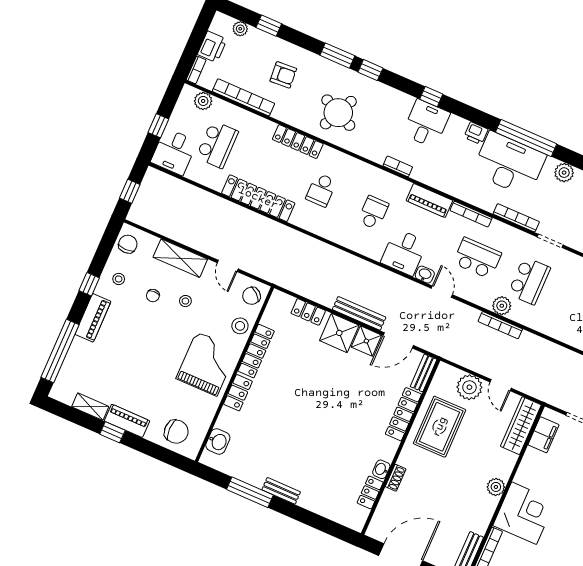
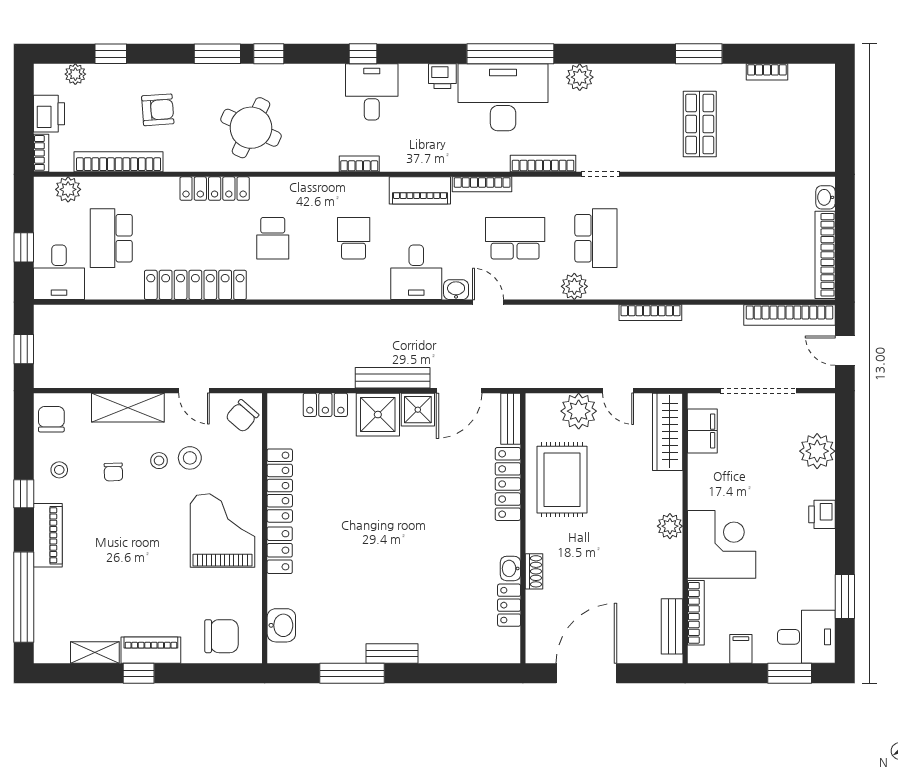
school desk: (217, 144) -> (111, 238), turned 180
bookcase: (500, 325) -> (650, 313), moved
stool: (240, 326) -> (190, 458), moved

